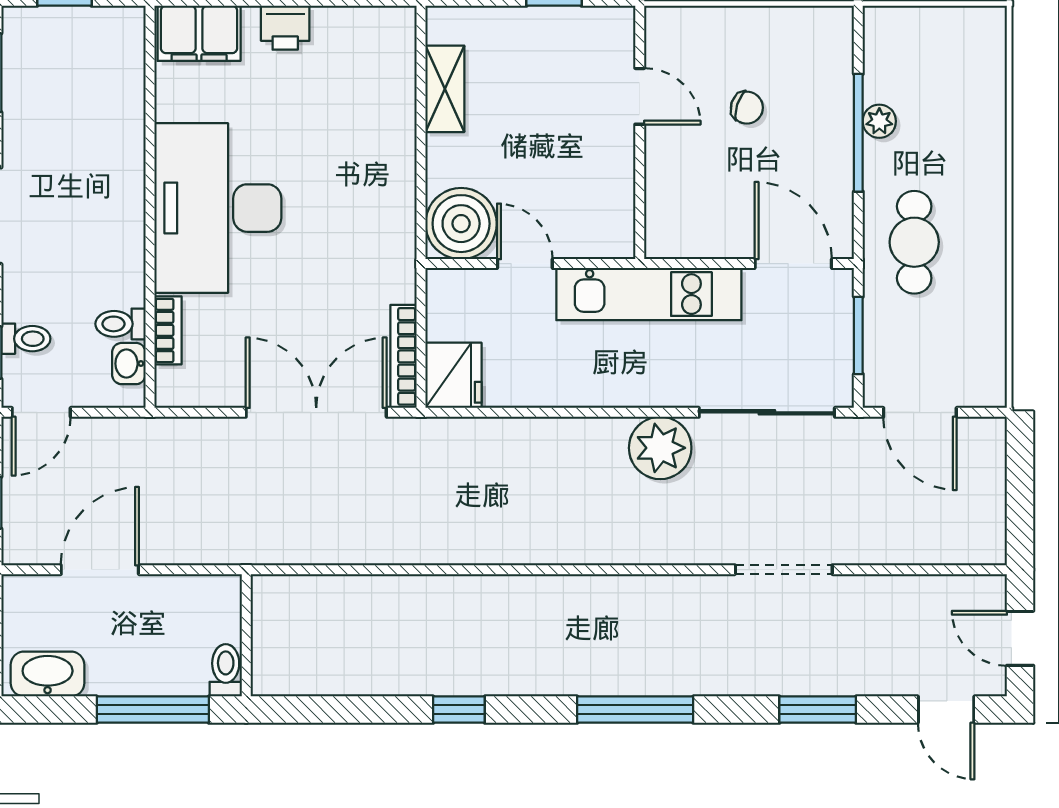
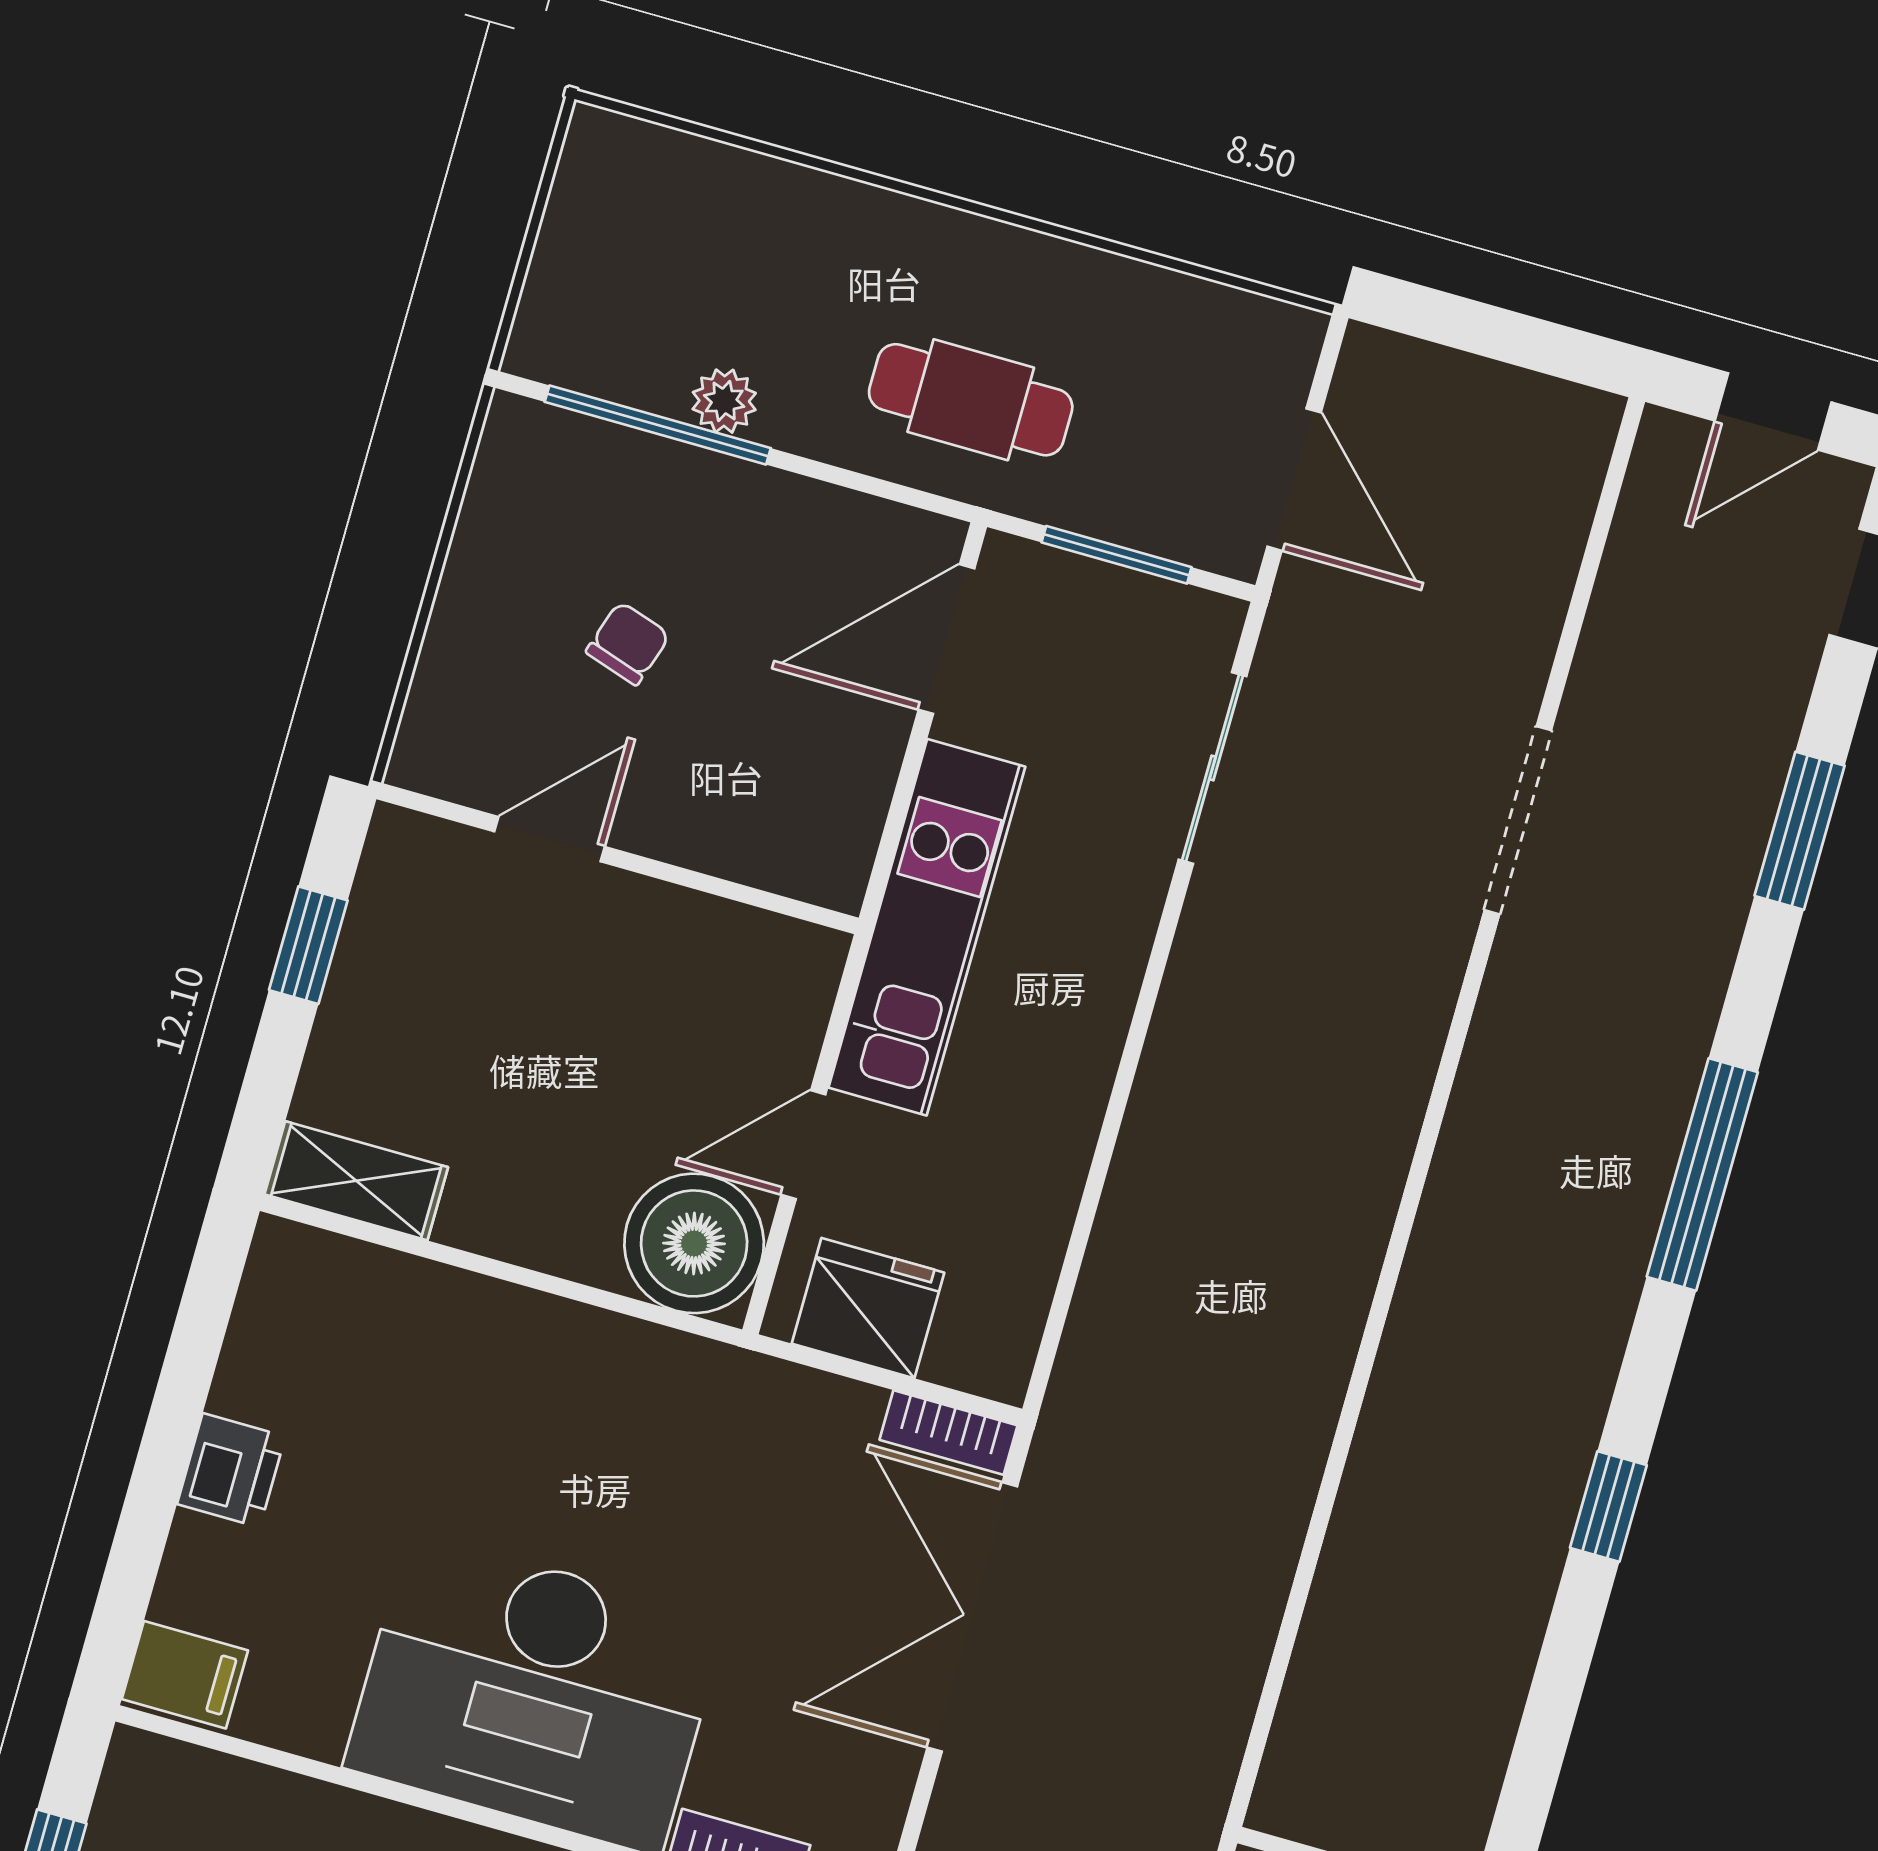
filing cabinet: (199, 33) -> (185, 1675), width x0.50
shelving: (445, 89) -> (356, 1181), moved
window: (858, 133) -> (658, 425), moved
bookcase: (403, 356) -> (948, 1433), width x0.64
fridge: (453, 375) -> (868, 1308), moved
sliding door: (767, 412) -> (1212, 768), width x0.73
door: (920, 412) -> (1294, 480), hinge flipped
plant: (660, 448) -> (1223, 988), removed

